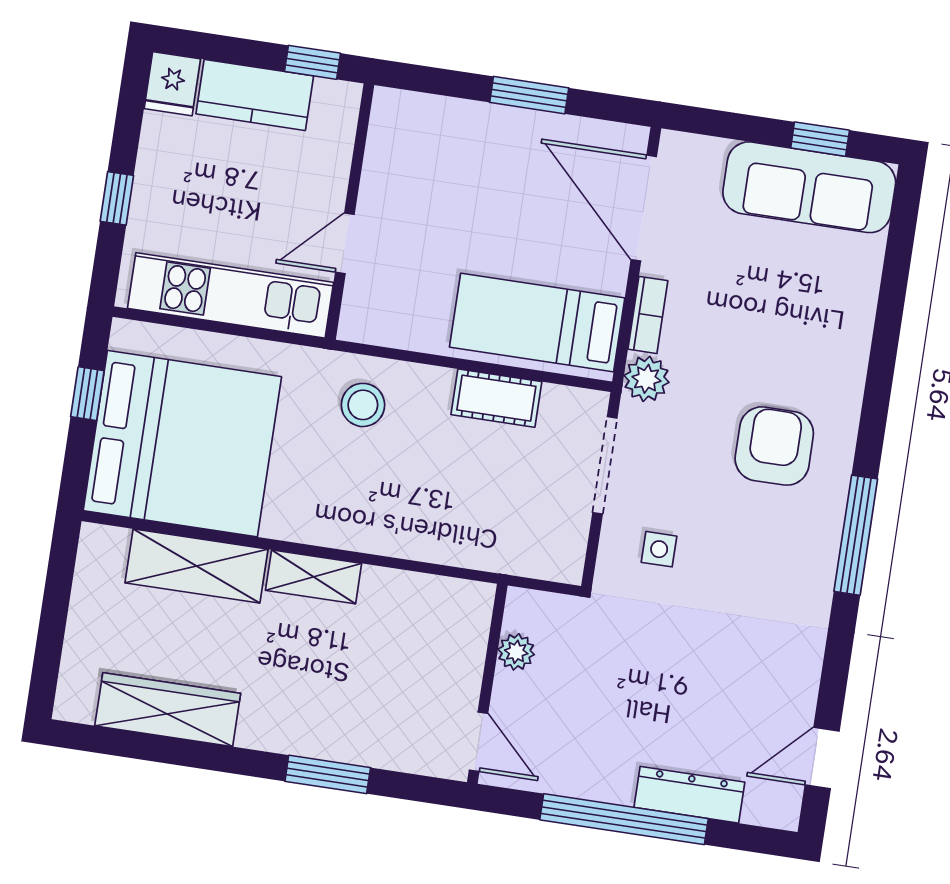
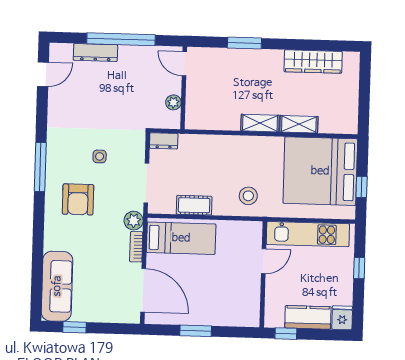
sofa: (809, 187) -> (57, 286), moved, turned 90
side table: (659, 549) -> (100, 156), moved
dresser: (551, 562) -> (164, 141), added
shelving: (196, 566) -> (299, 124), width x0.67, depth x0.75

